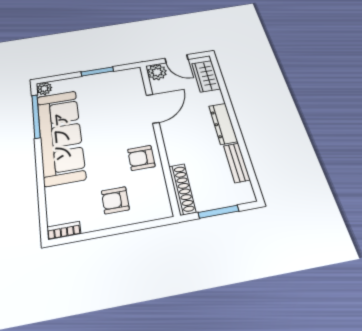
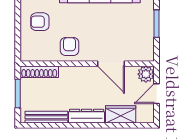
wardrobe: (206, 76) -> (121, 114), moved
bench: (237, 163) -> (46, 117), width x1.36
armchair: (115, 200) -> (40, 22), turned -90

